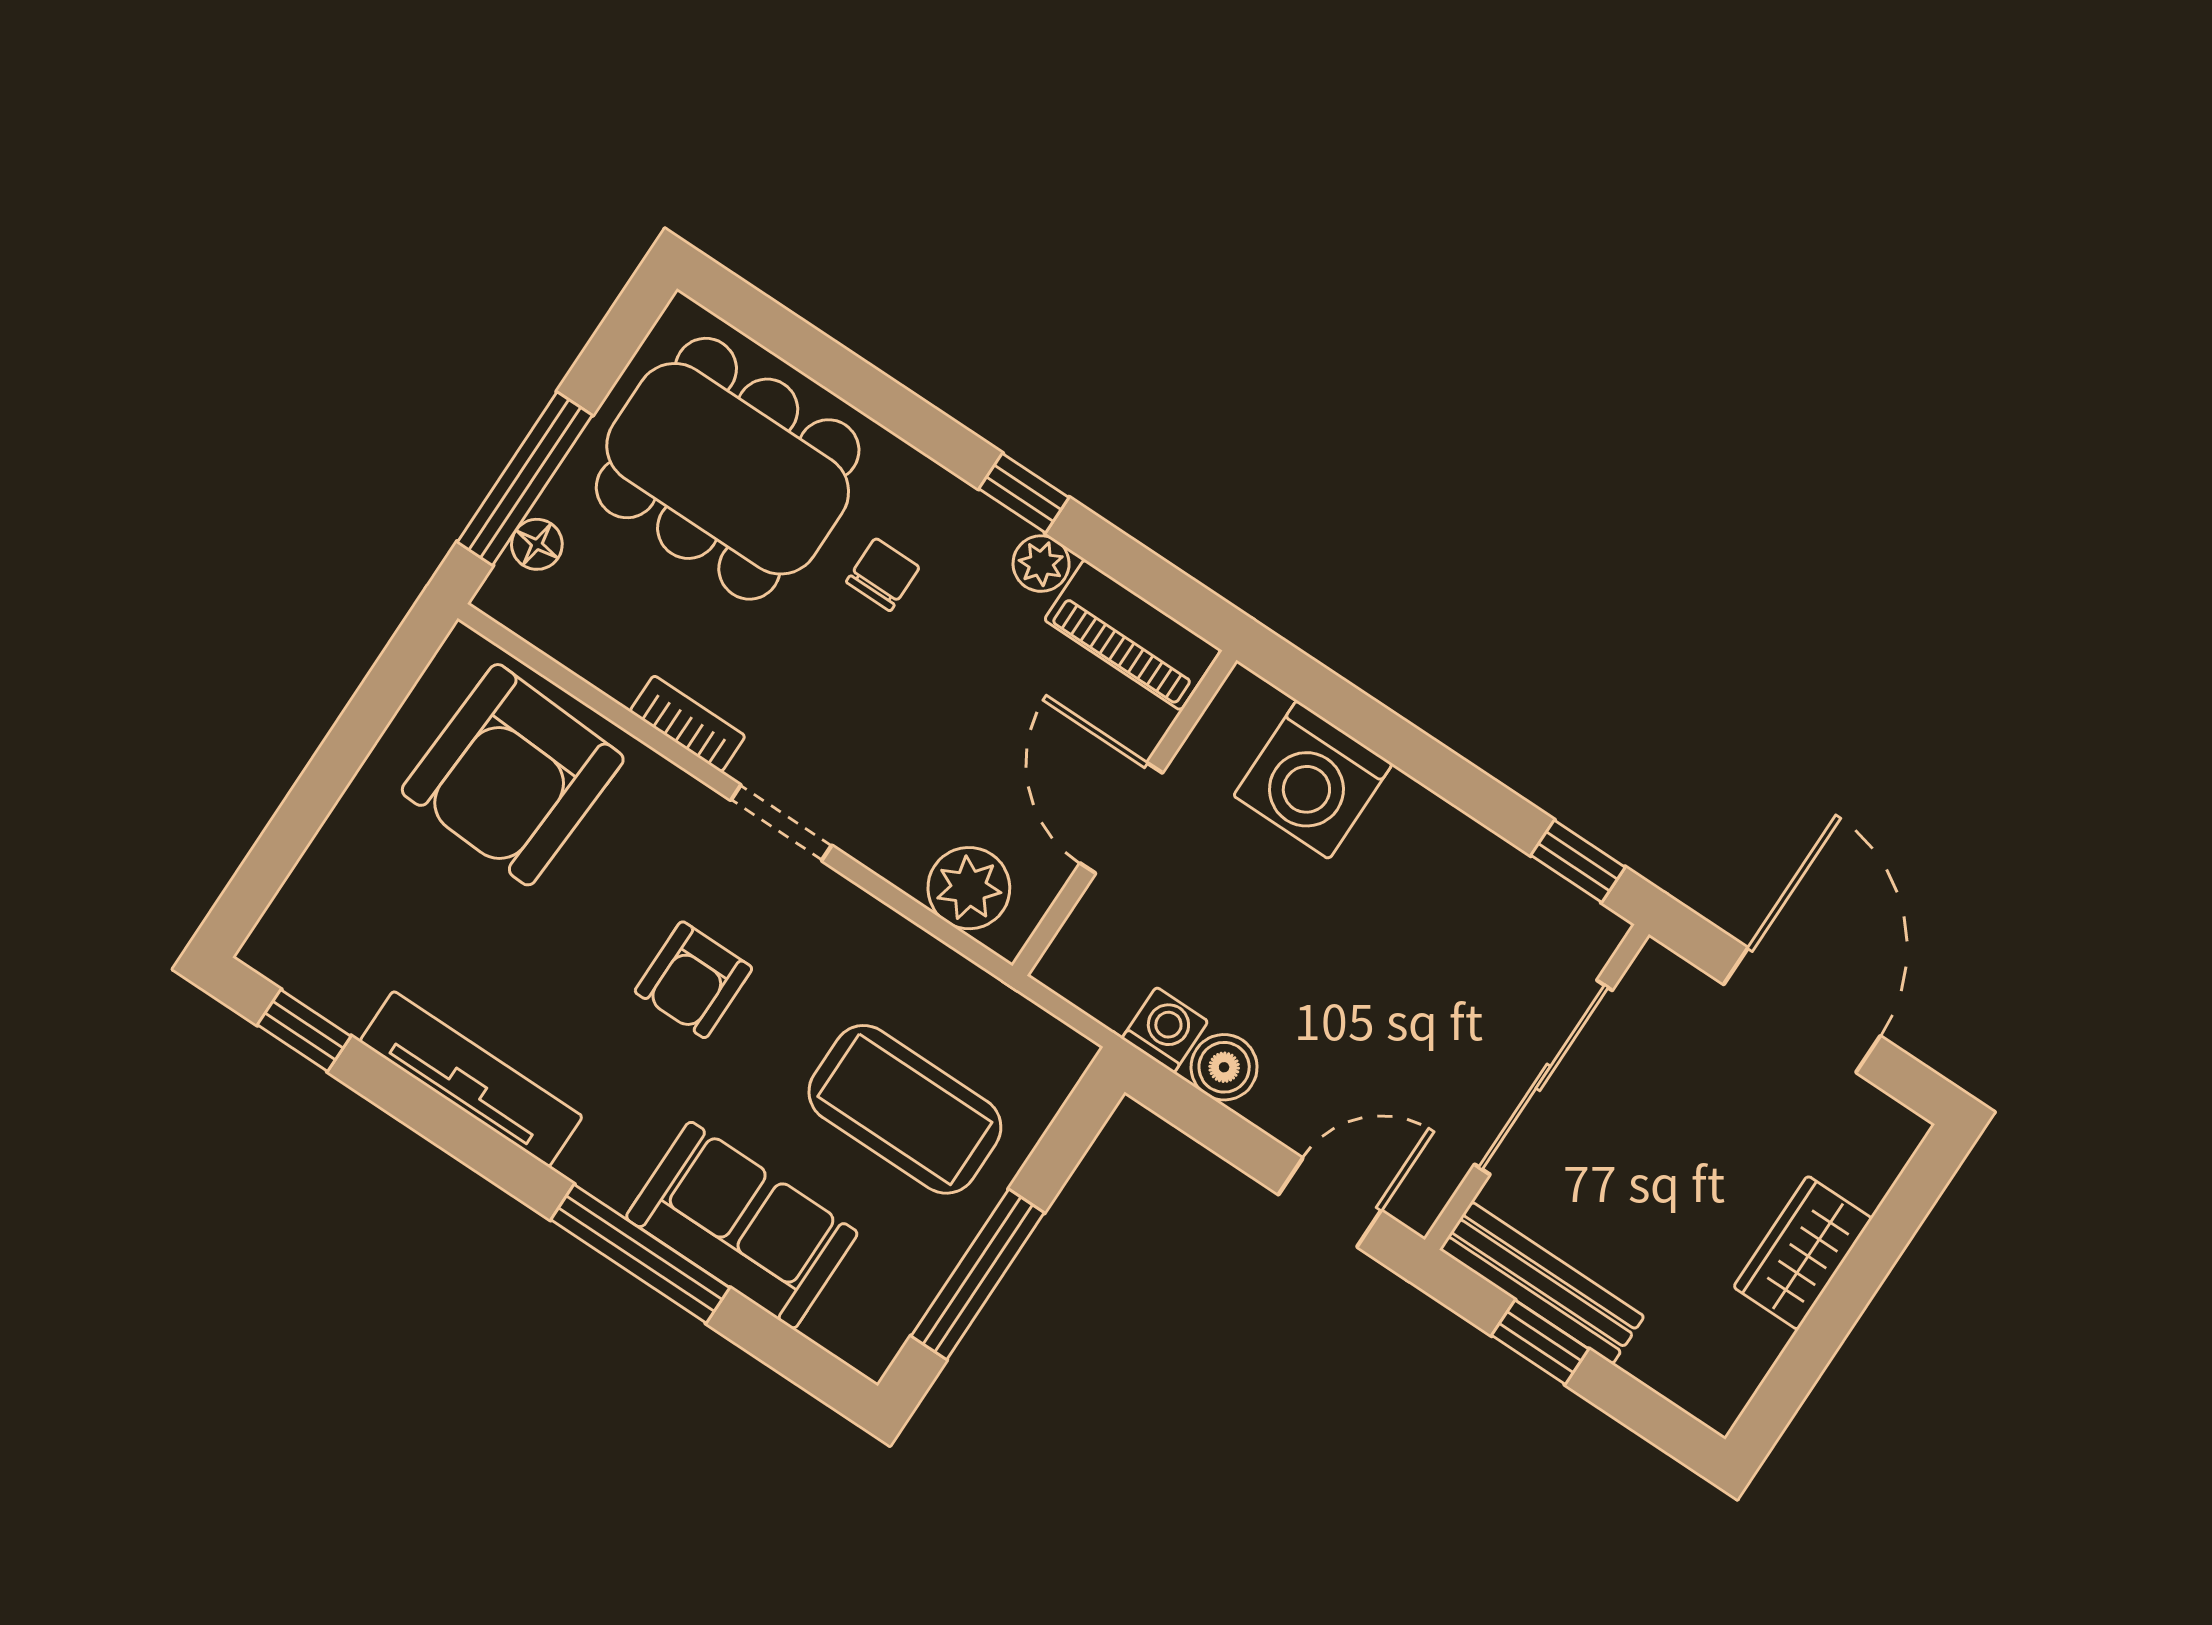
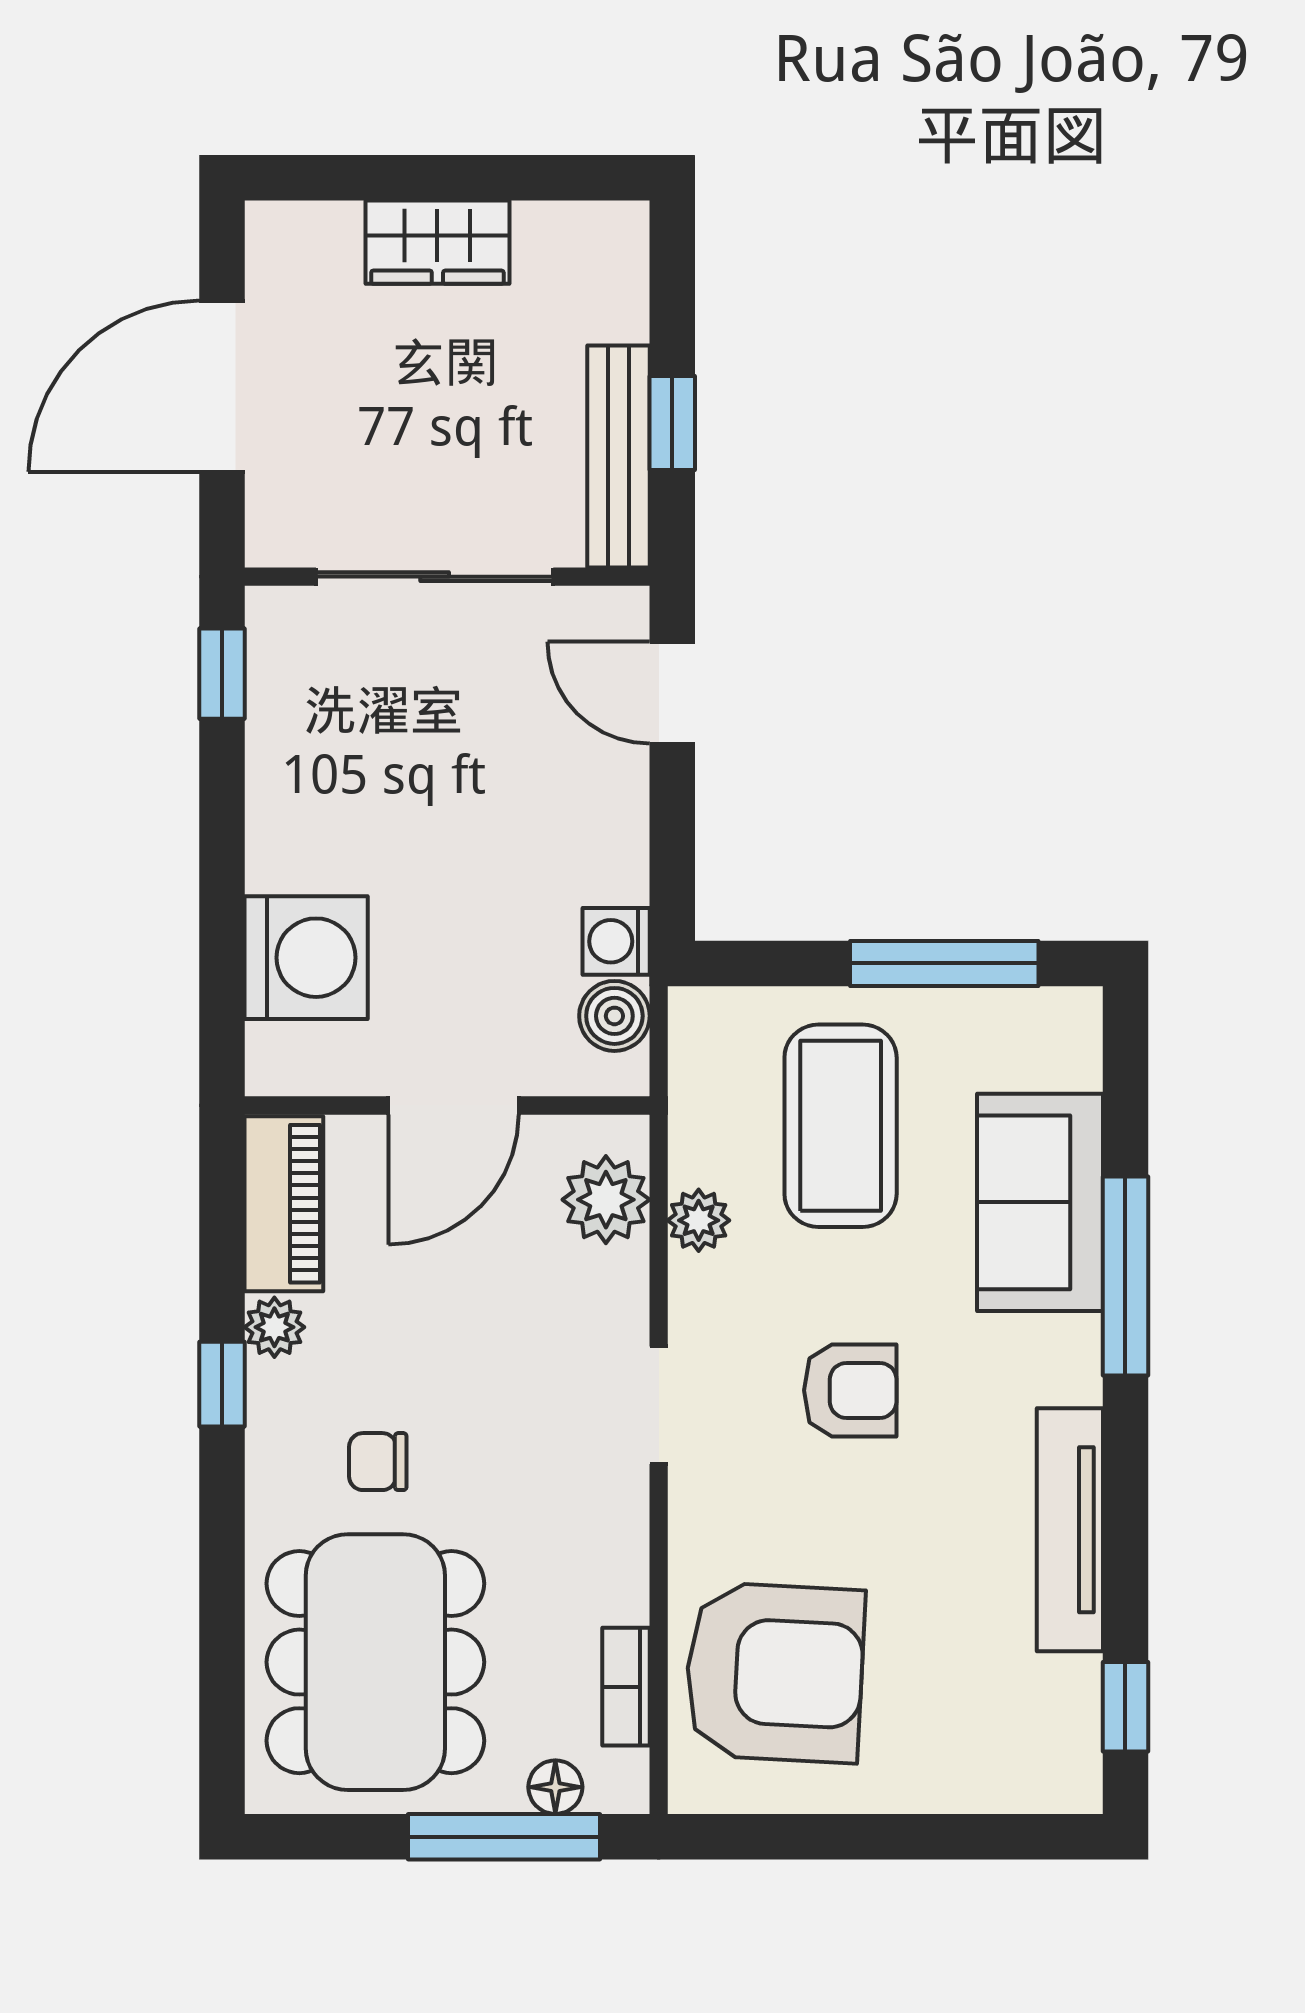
bookcase: (687, 724) -> (626, 1687), moved
plant: (905, 950) -> (699, 1220), added
boiler: (1224, 1067) -> (614, 1016), moved

